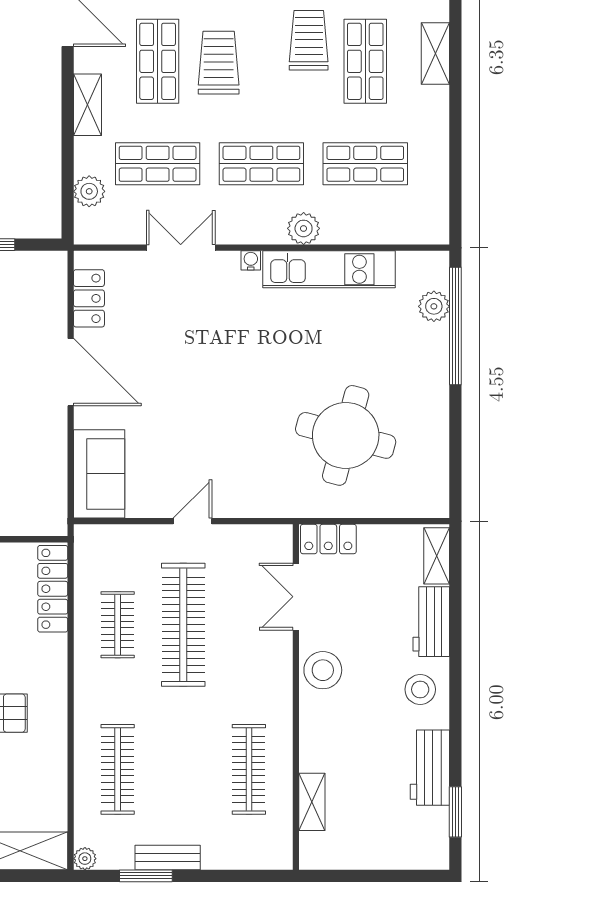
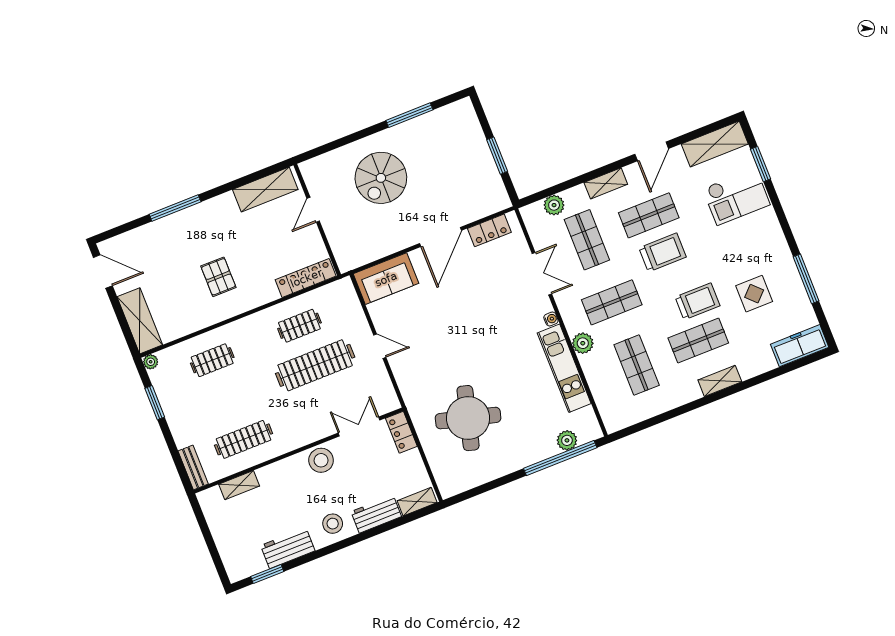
shop shelf: (261, 164) -> (612, 302), turned 90
clothes rail: (118, 769) -> (212, 360), width x0.73
bench: (168, 858) -> (193, 467), moved

